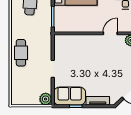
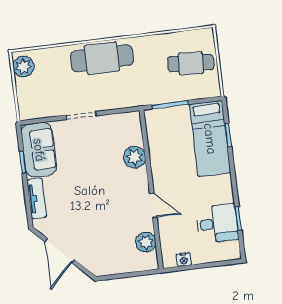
plant: (81, 41) -> (134, 157), added
cafe table: (21, 53) -> (102, 58), width x1.37, depth x1.35
plant: (46, 99) -> (23, 67), moved

